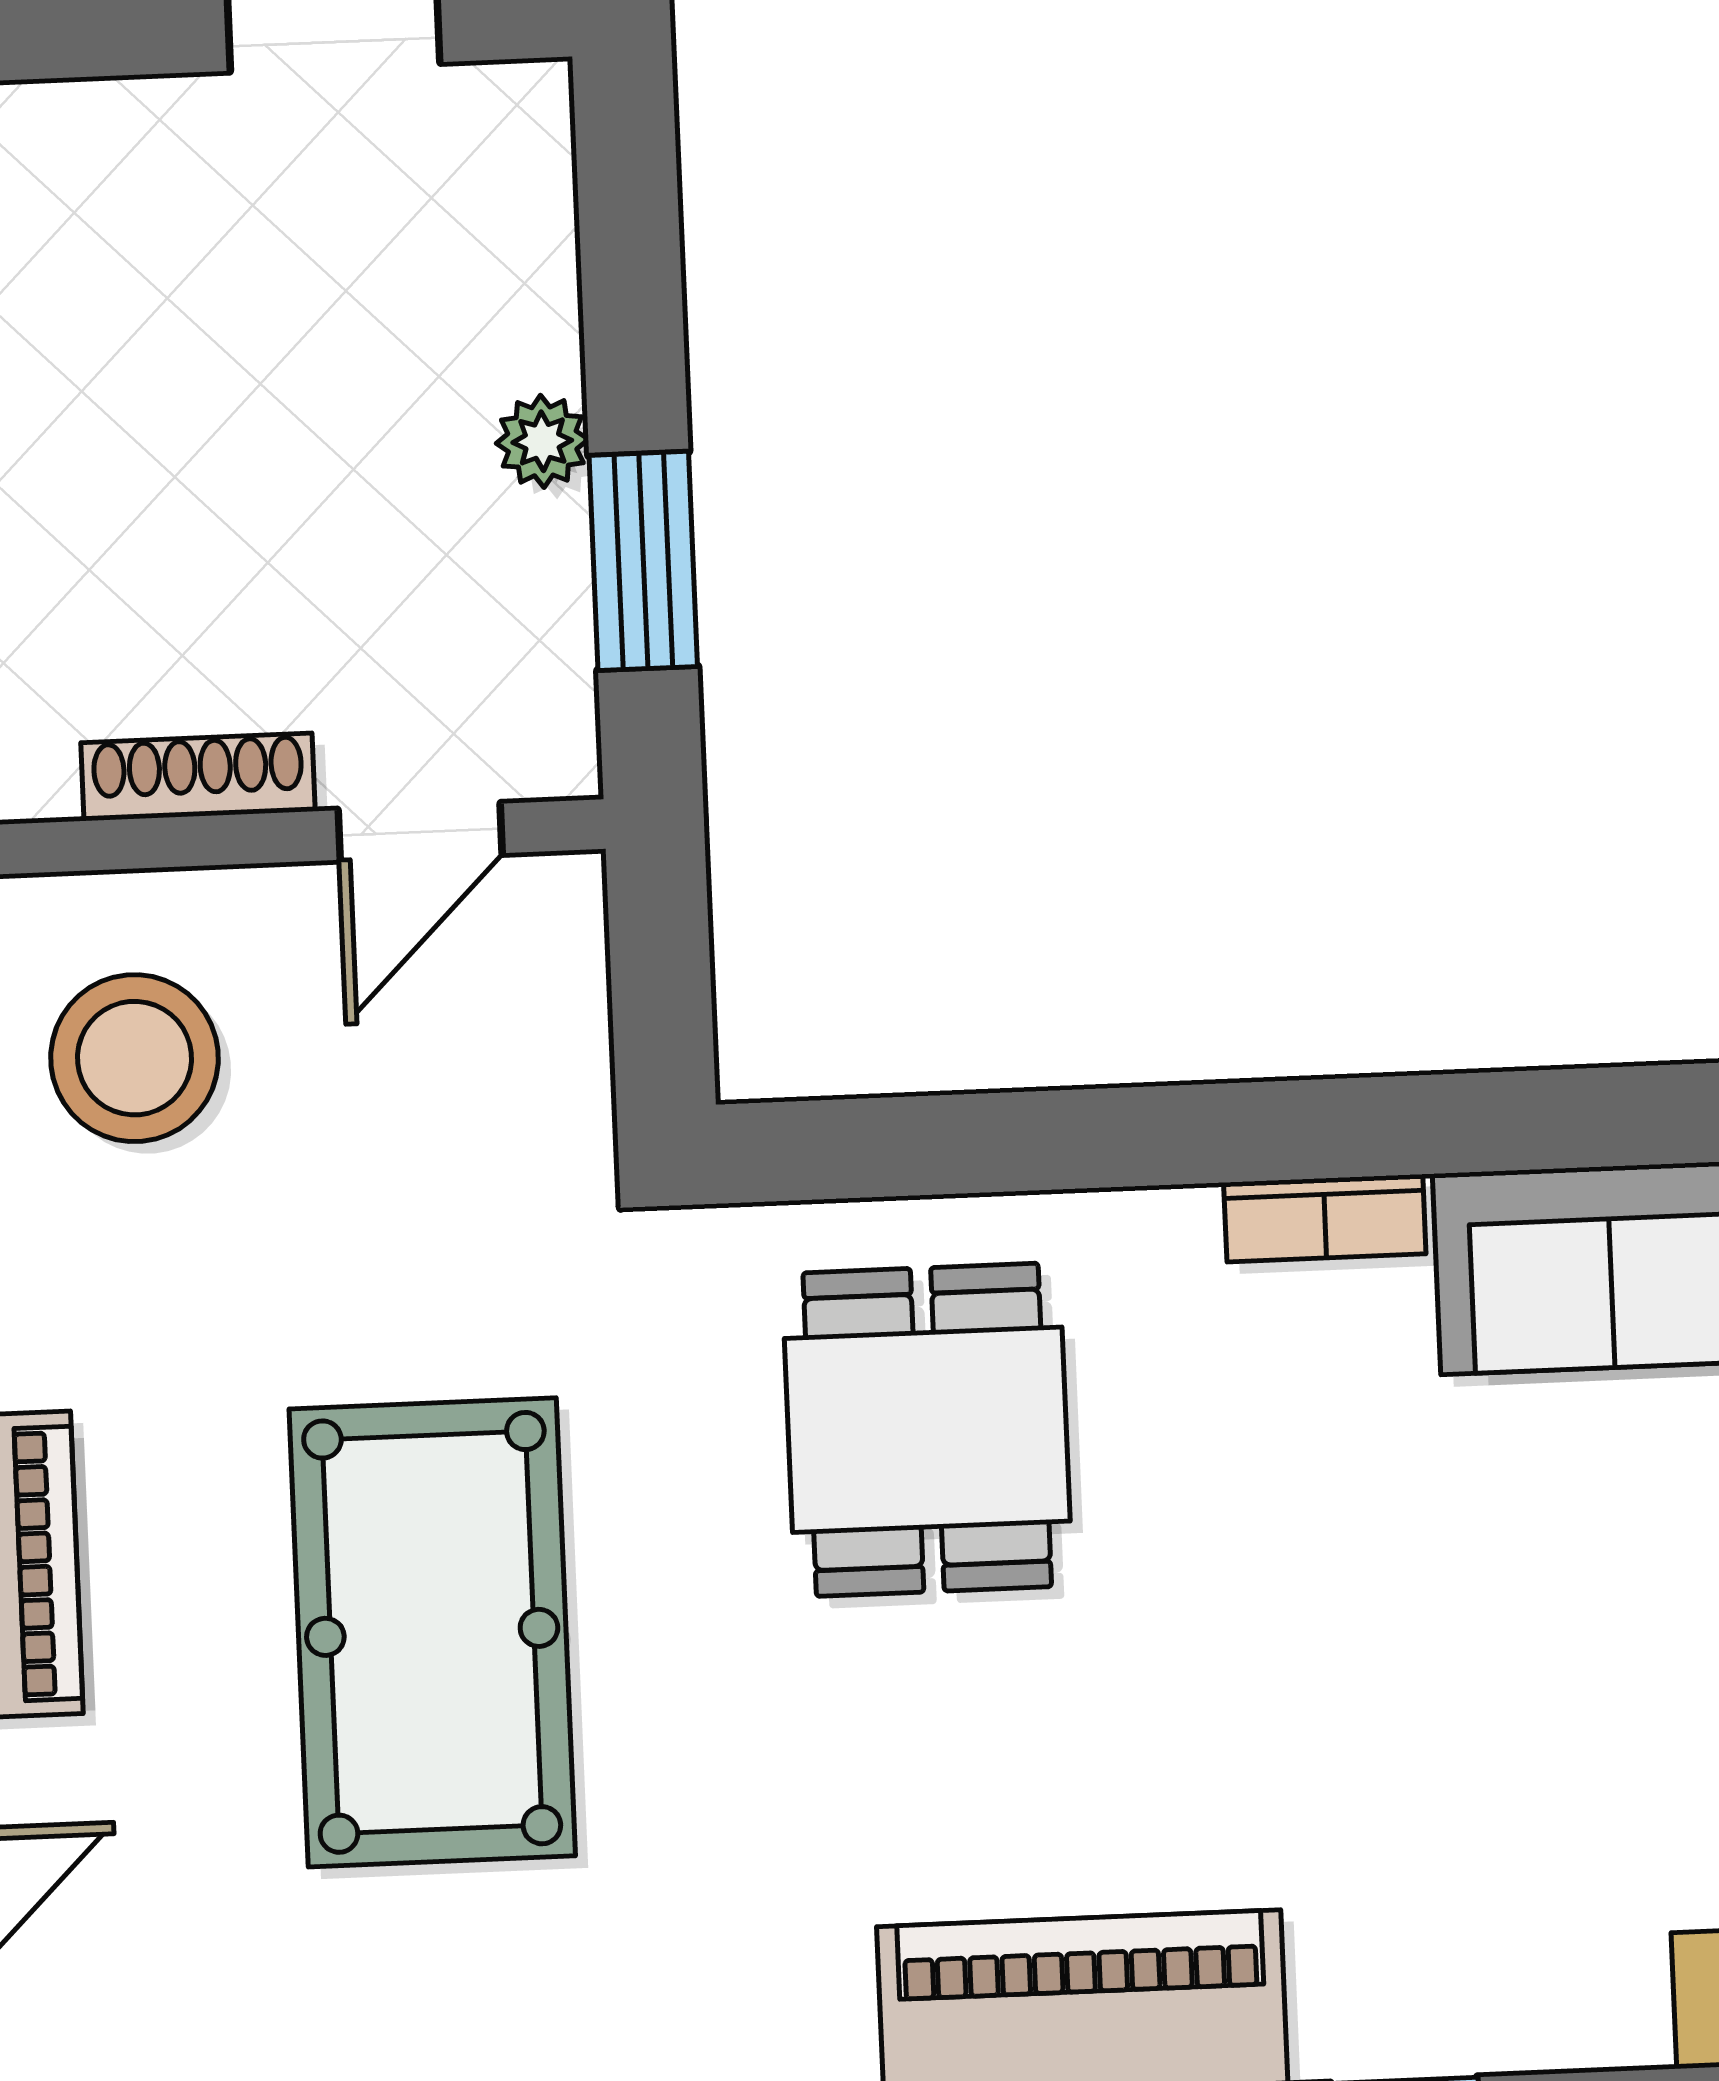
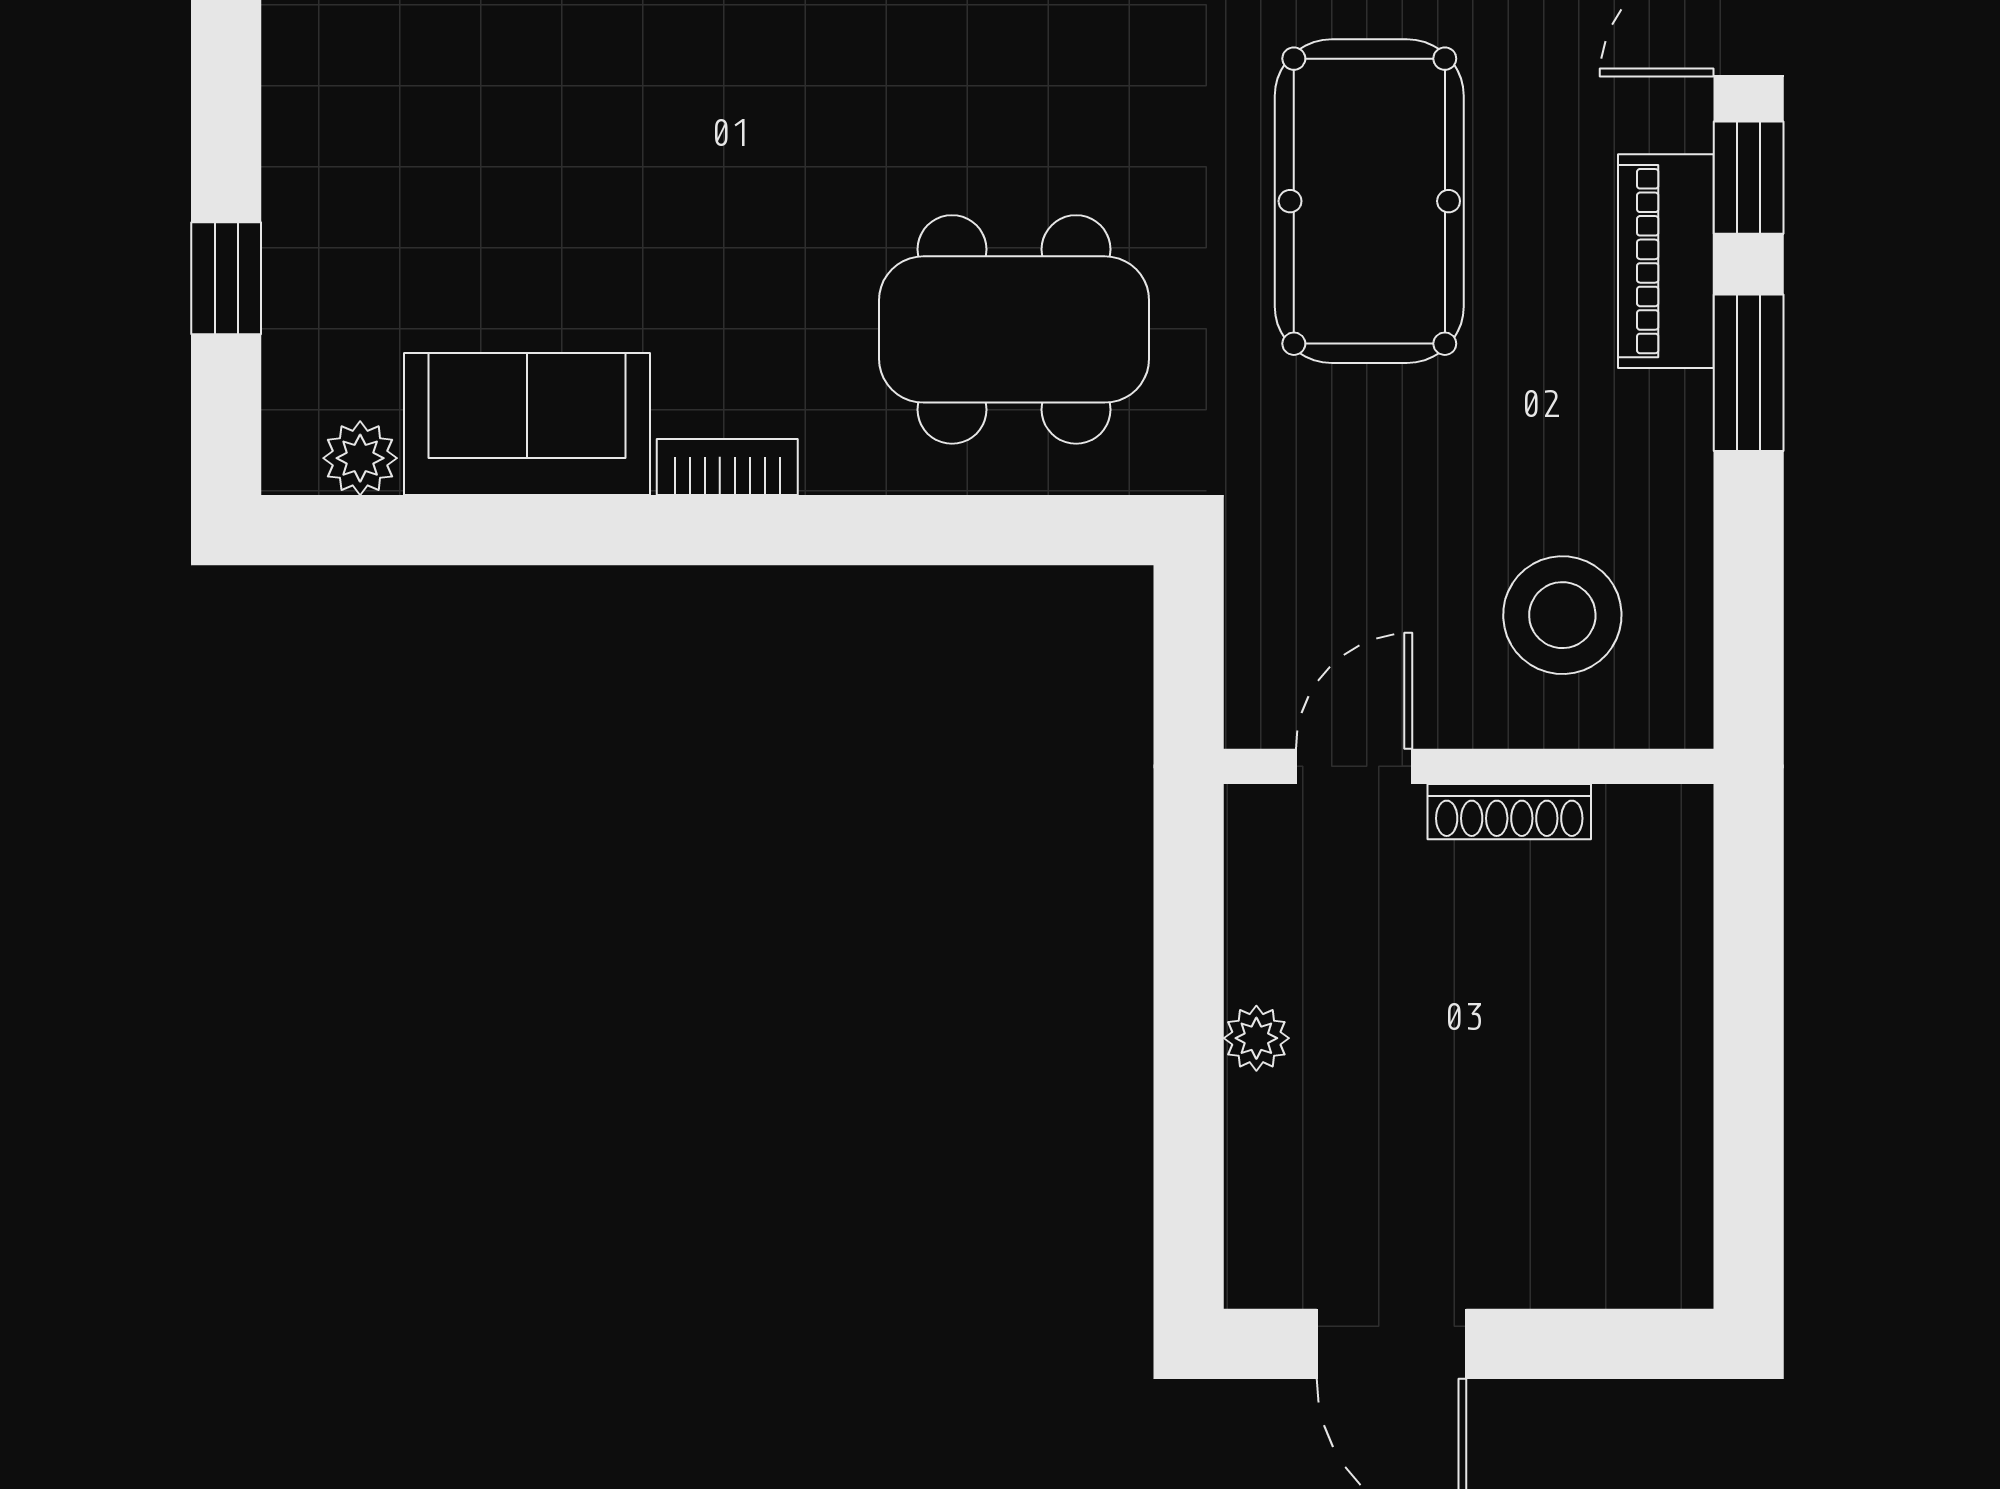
window: (643, 561) -> (1189, 951), removed
dining table: (927, 1430) -> (1014, 329), width x1.38

